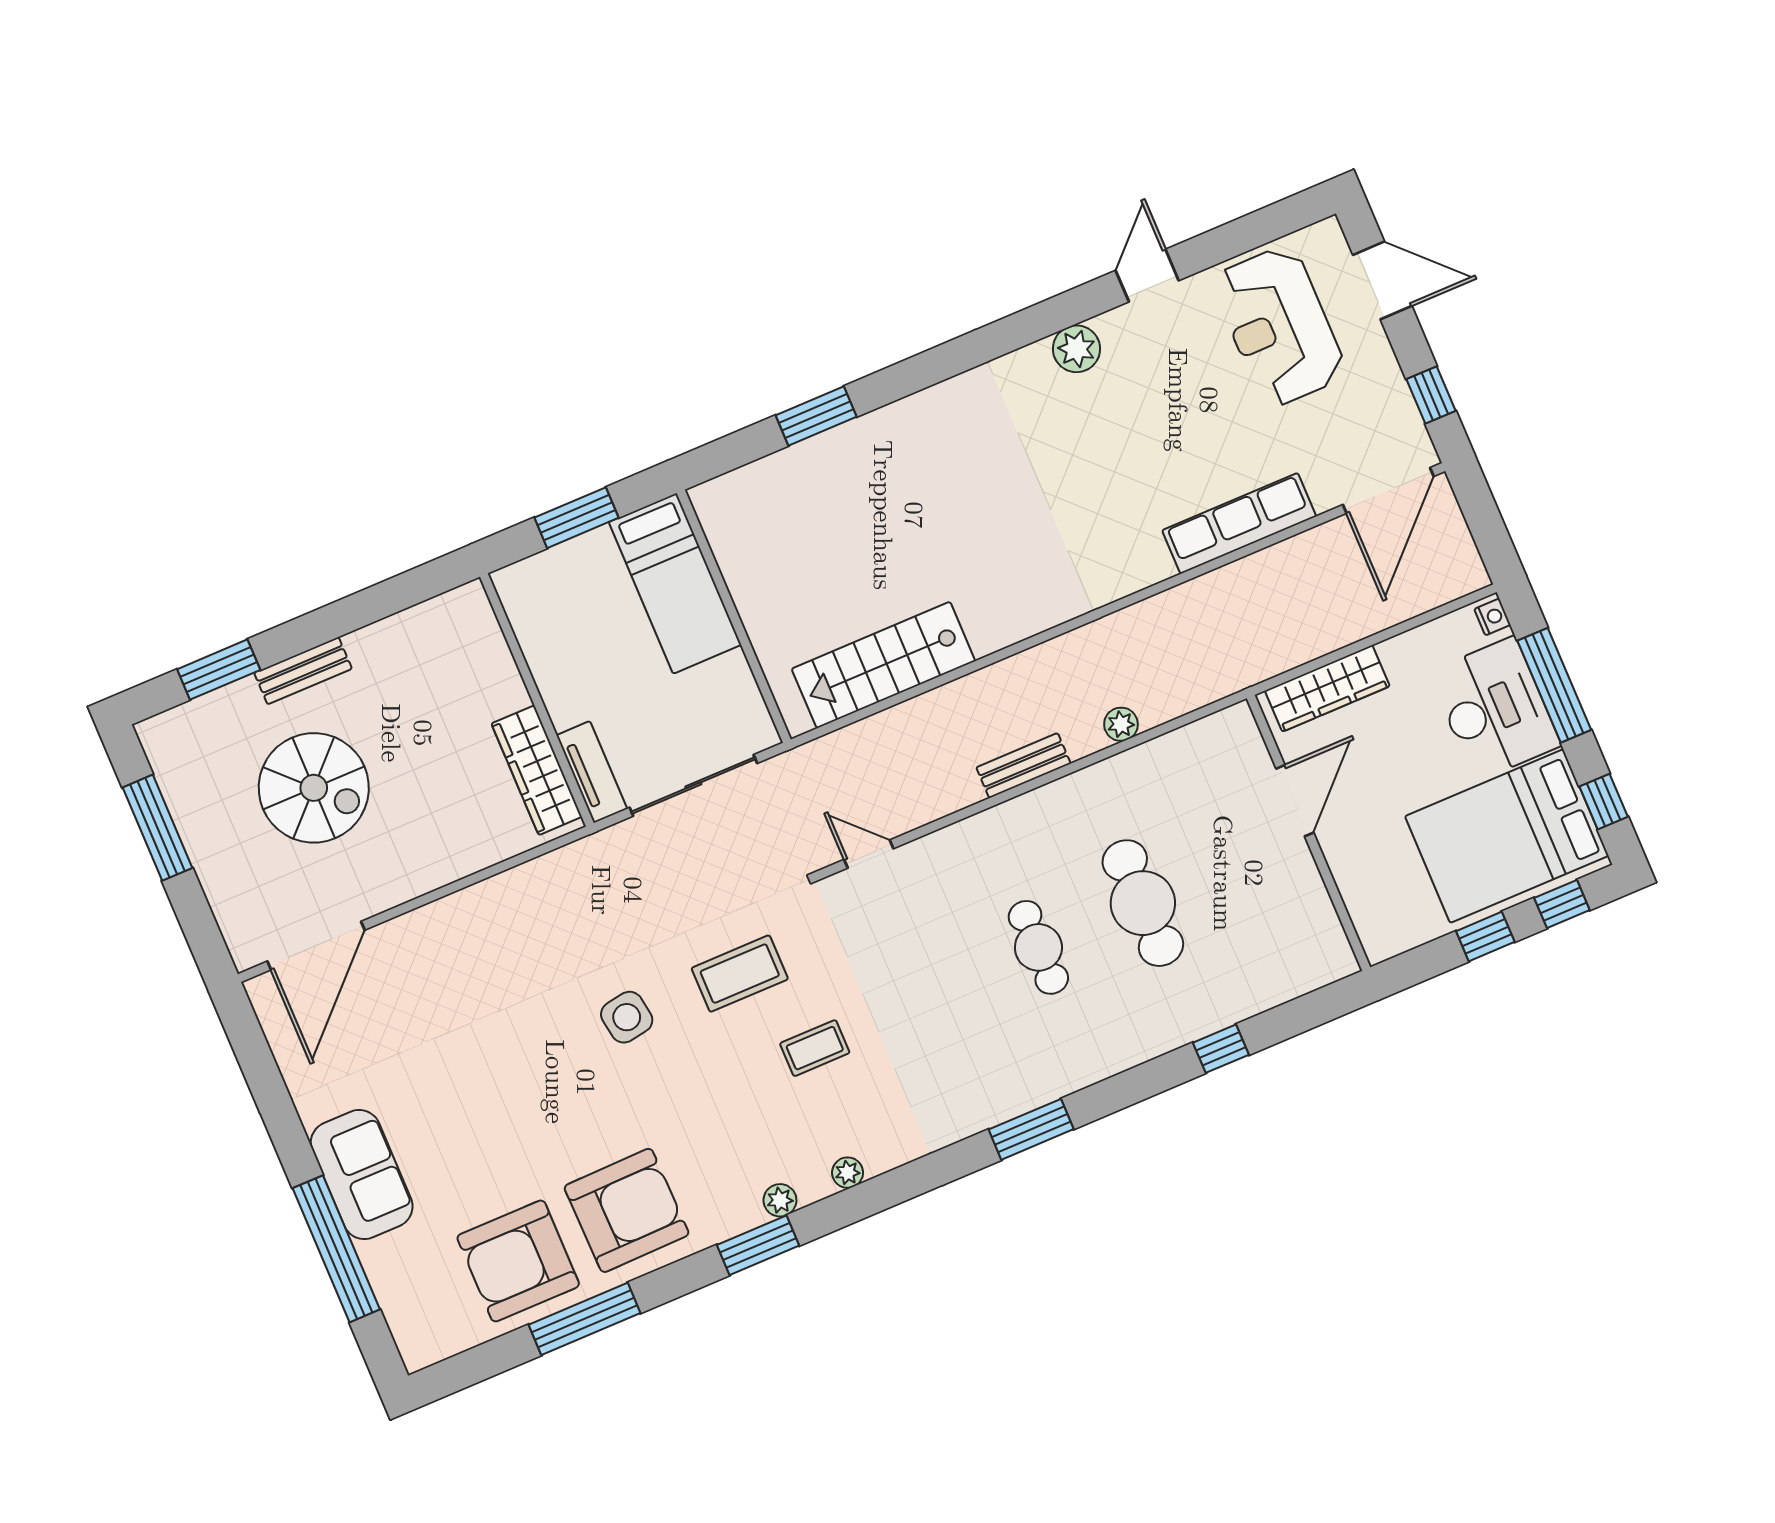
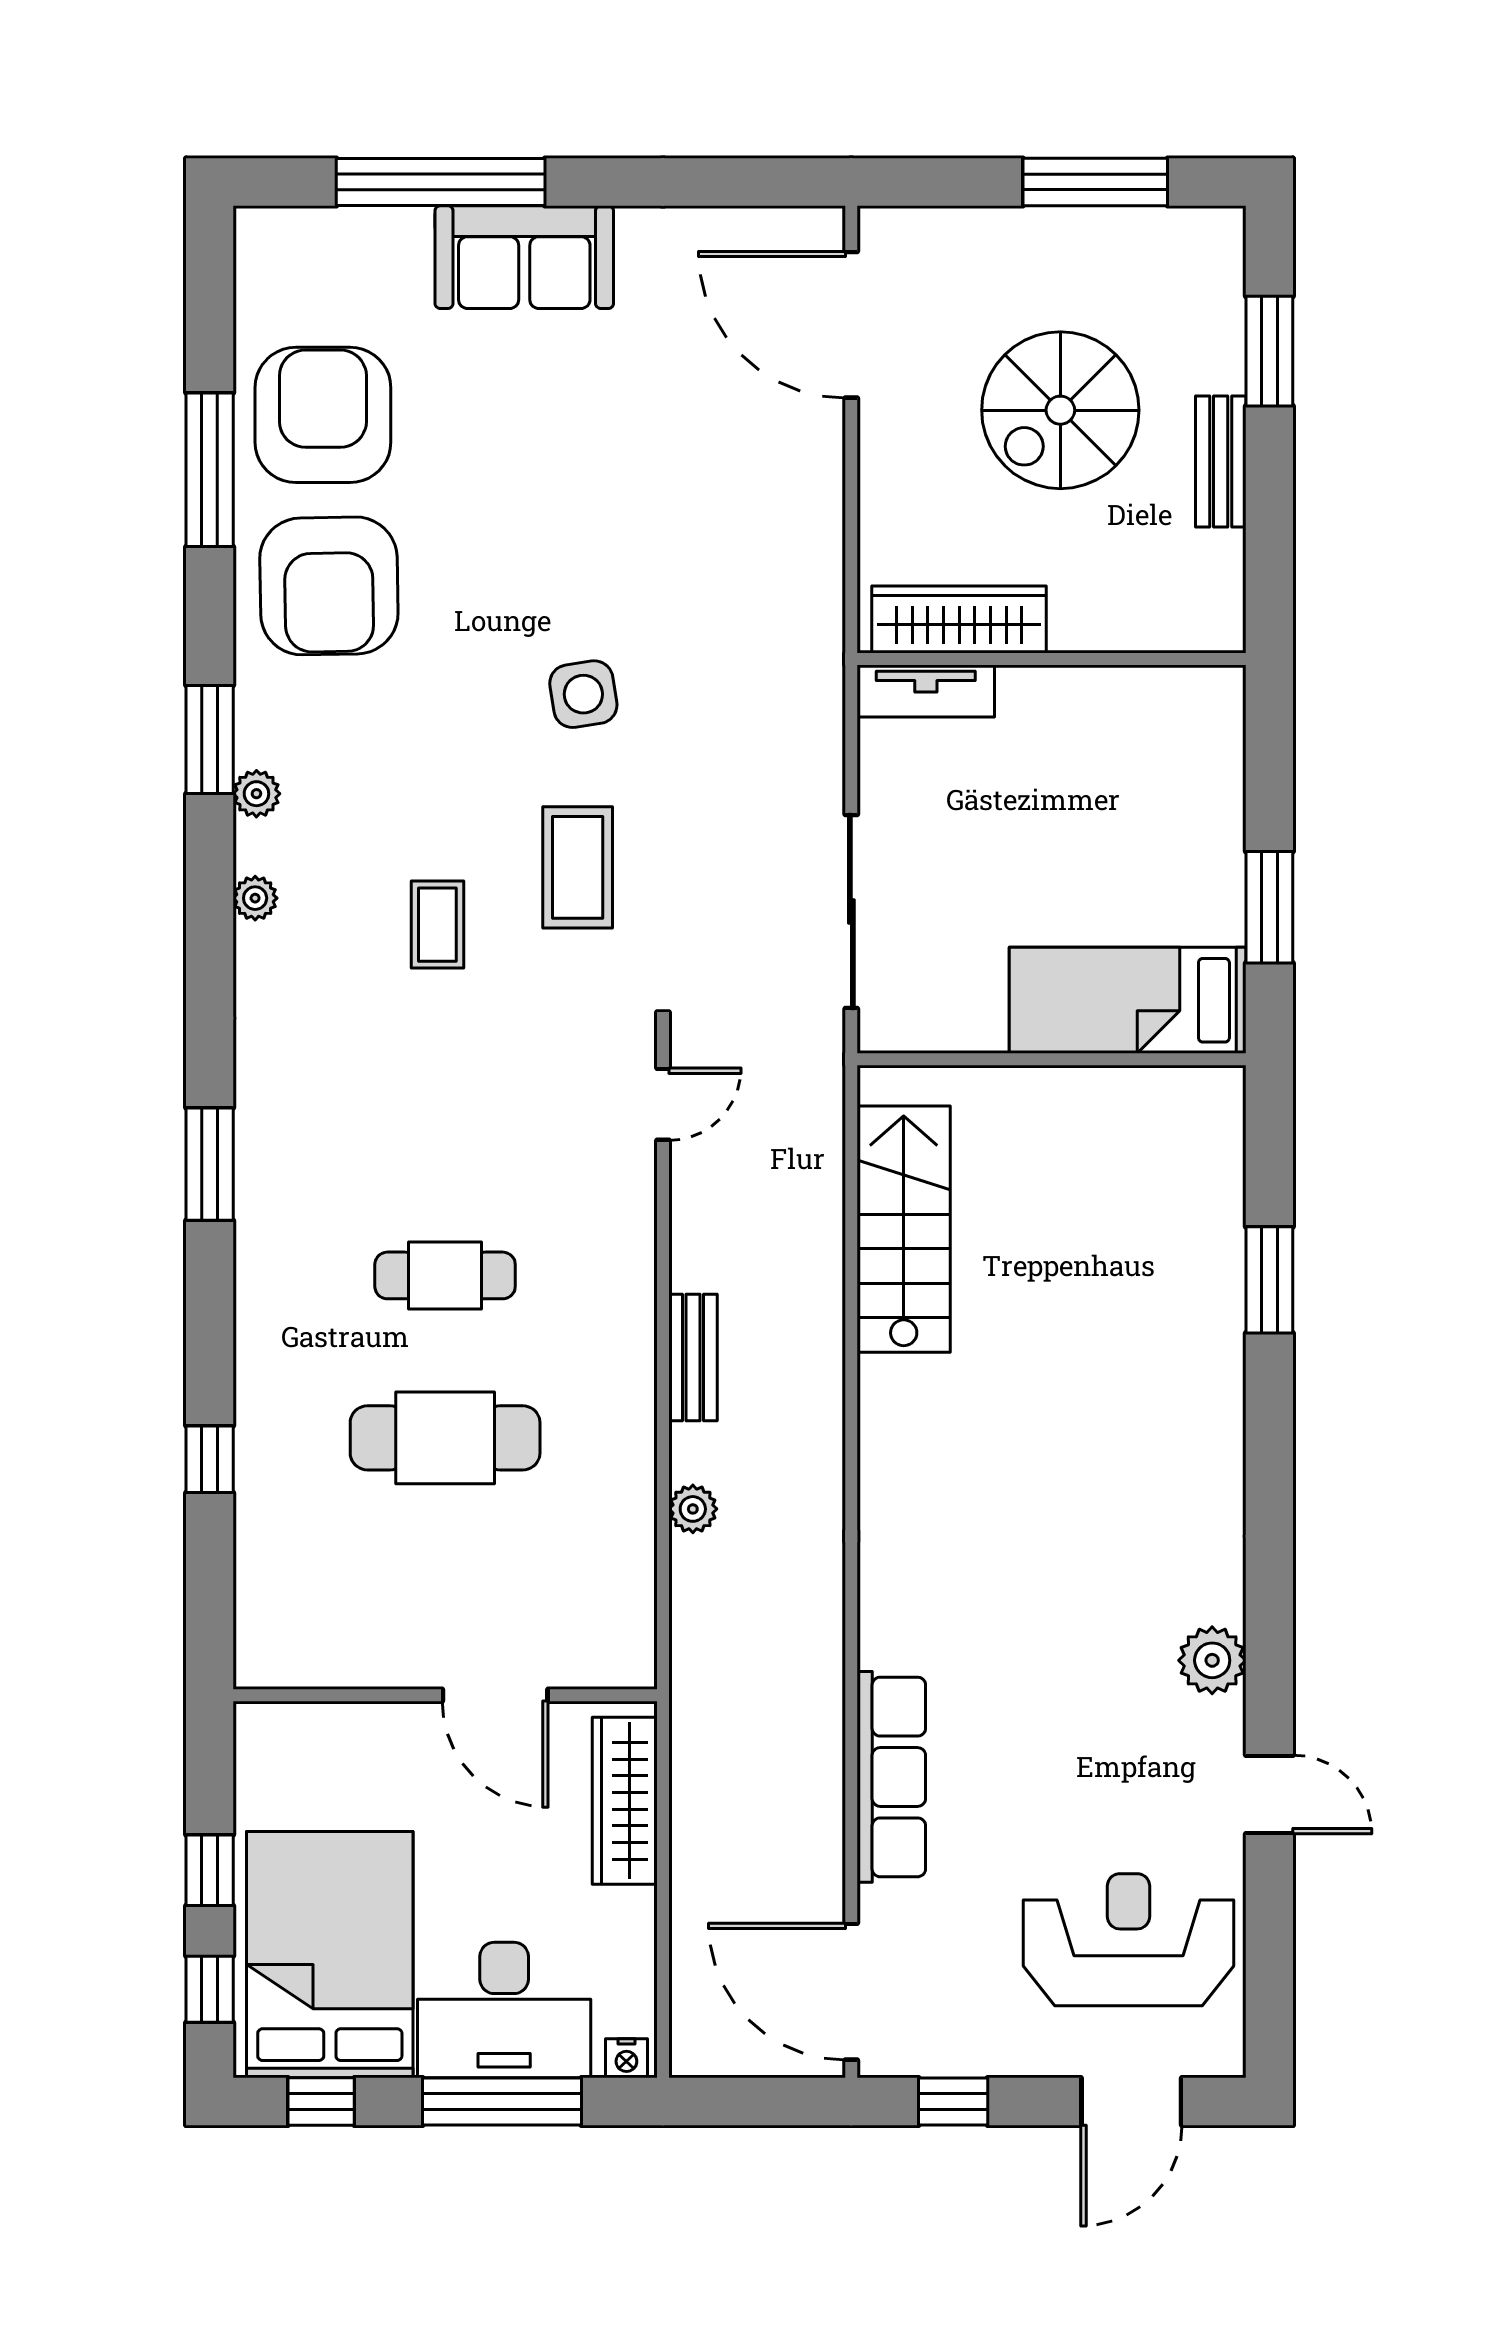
wall: (537, 700) -> (1052, 659), moved
wardrobe: (537, 770) -> (959, 619), moved
tv unit: (592, 772) -> (926, 691), moved

